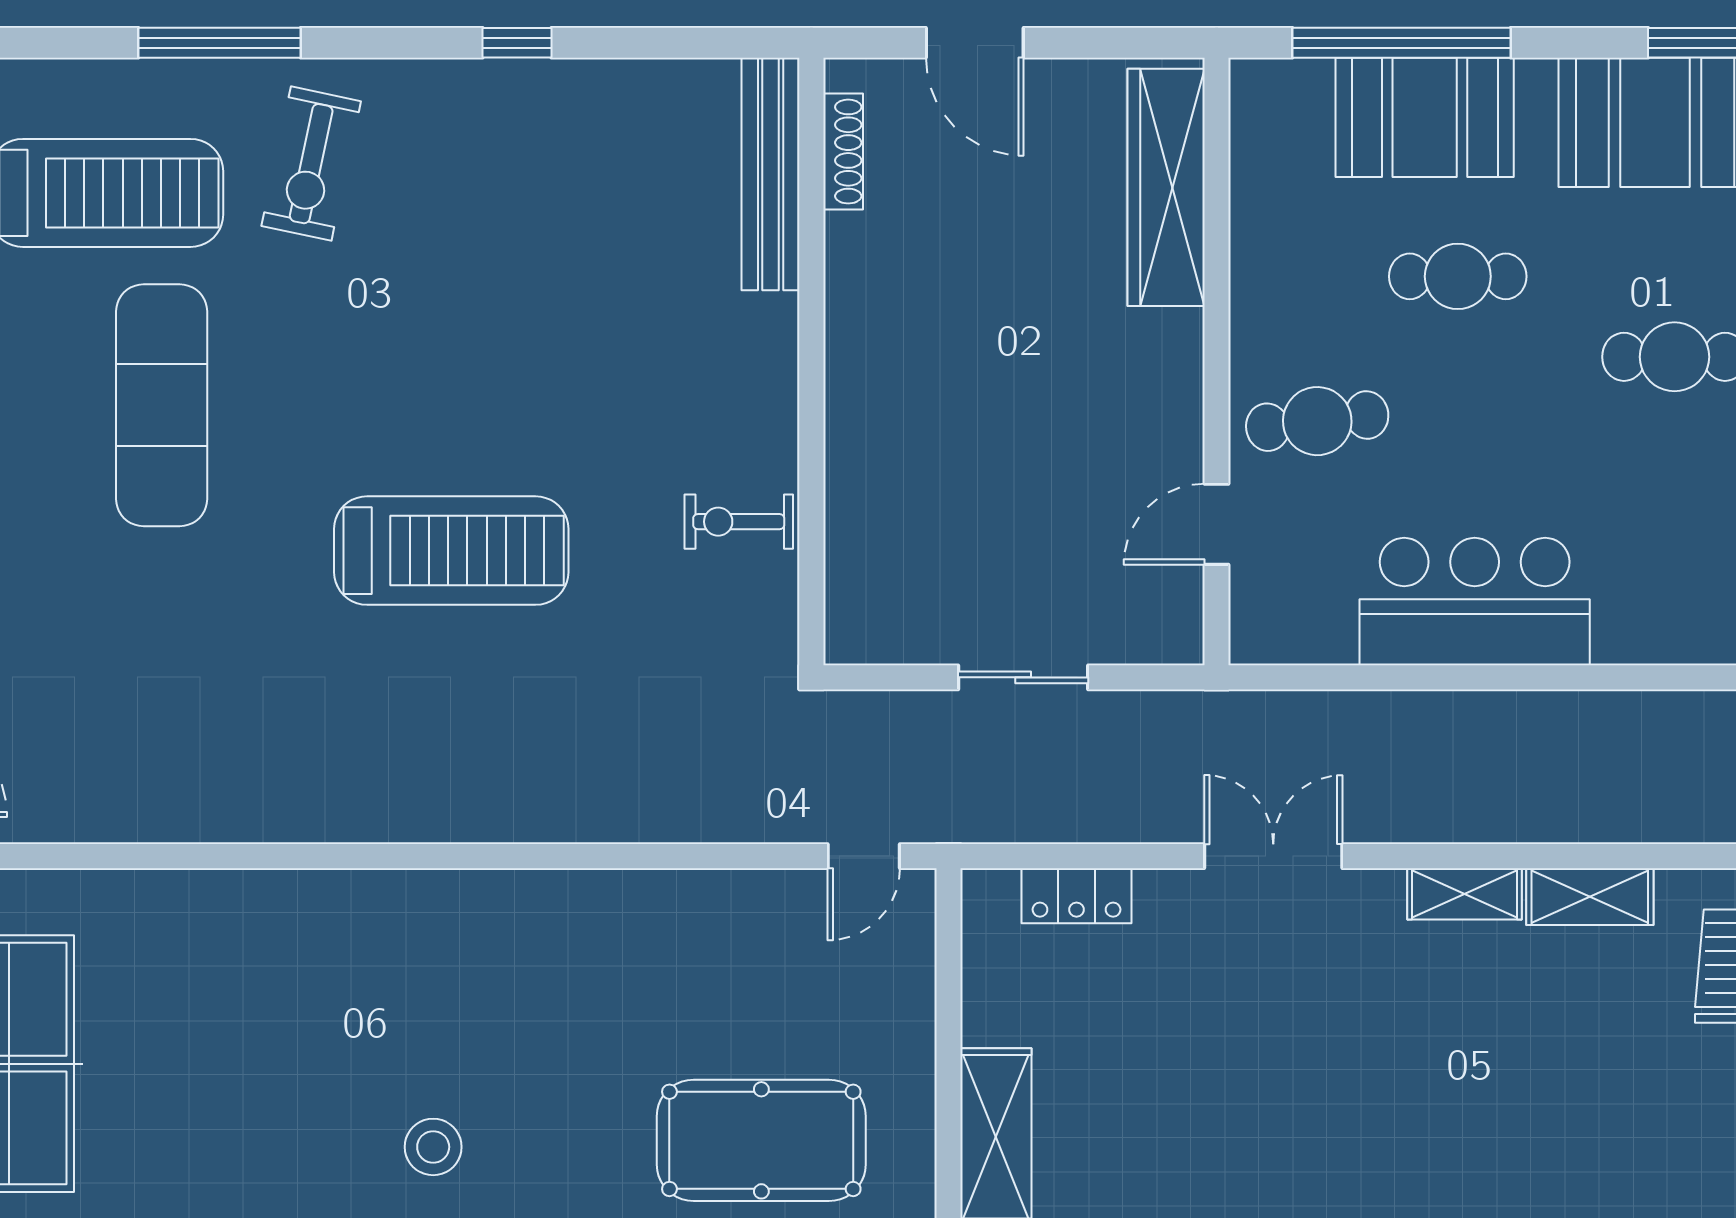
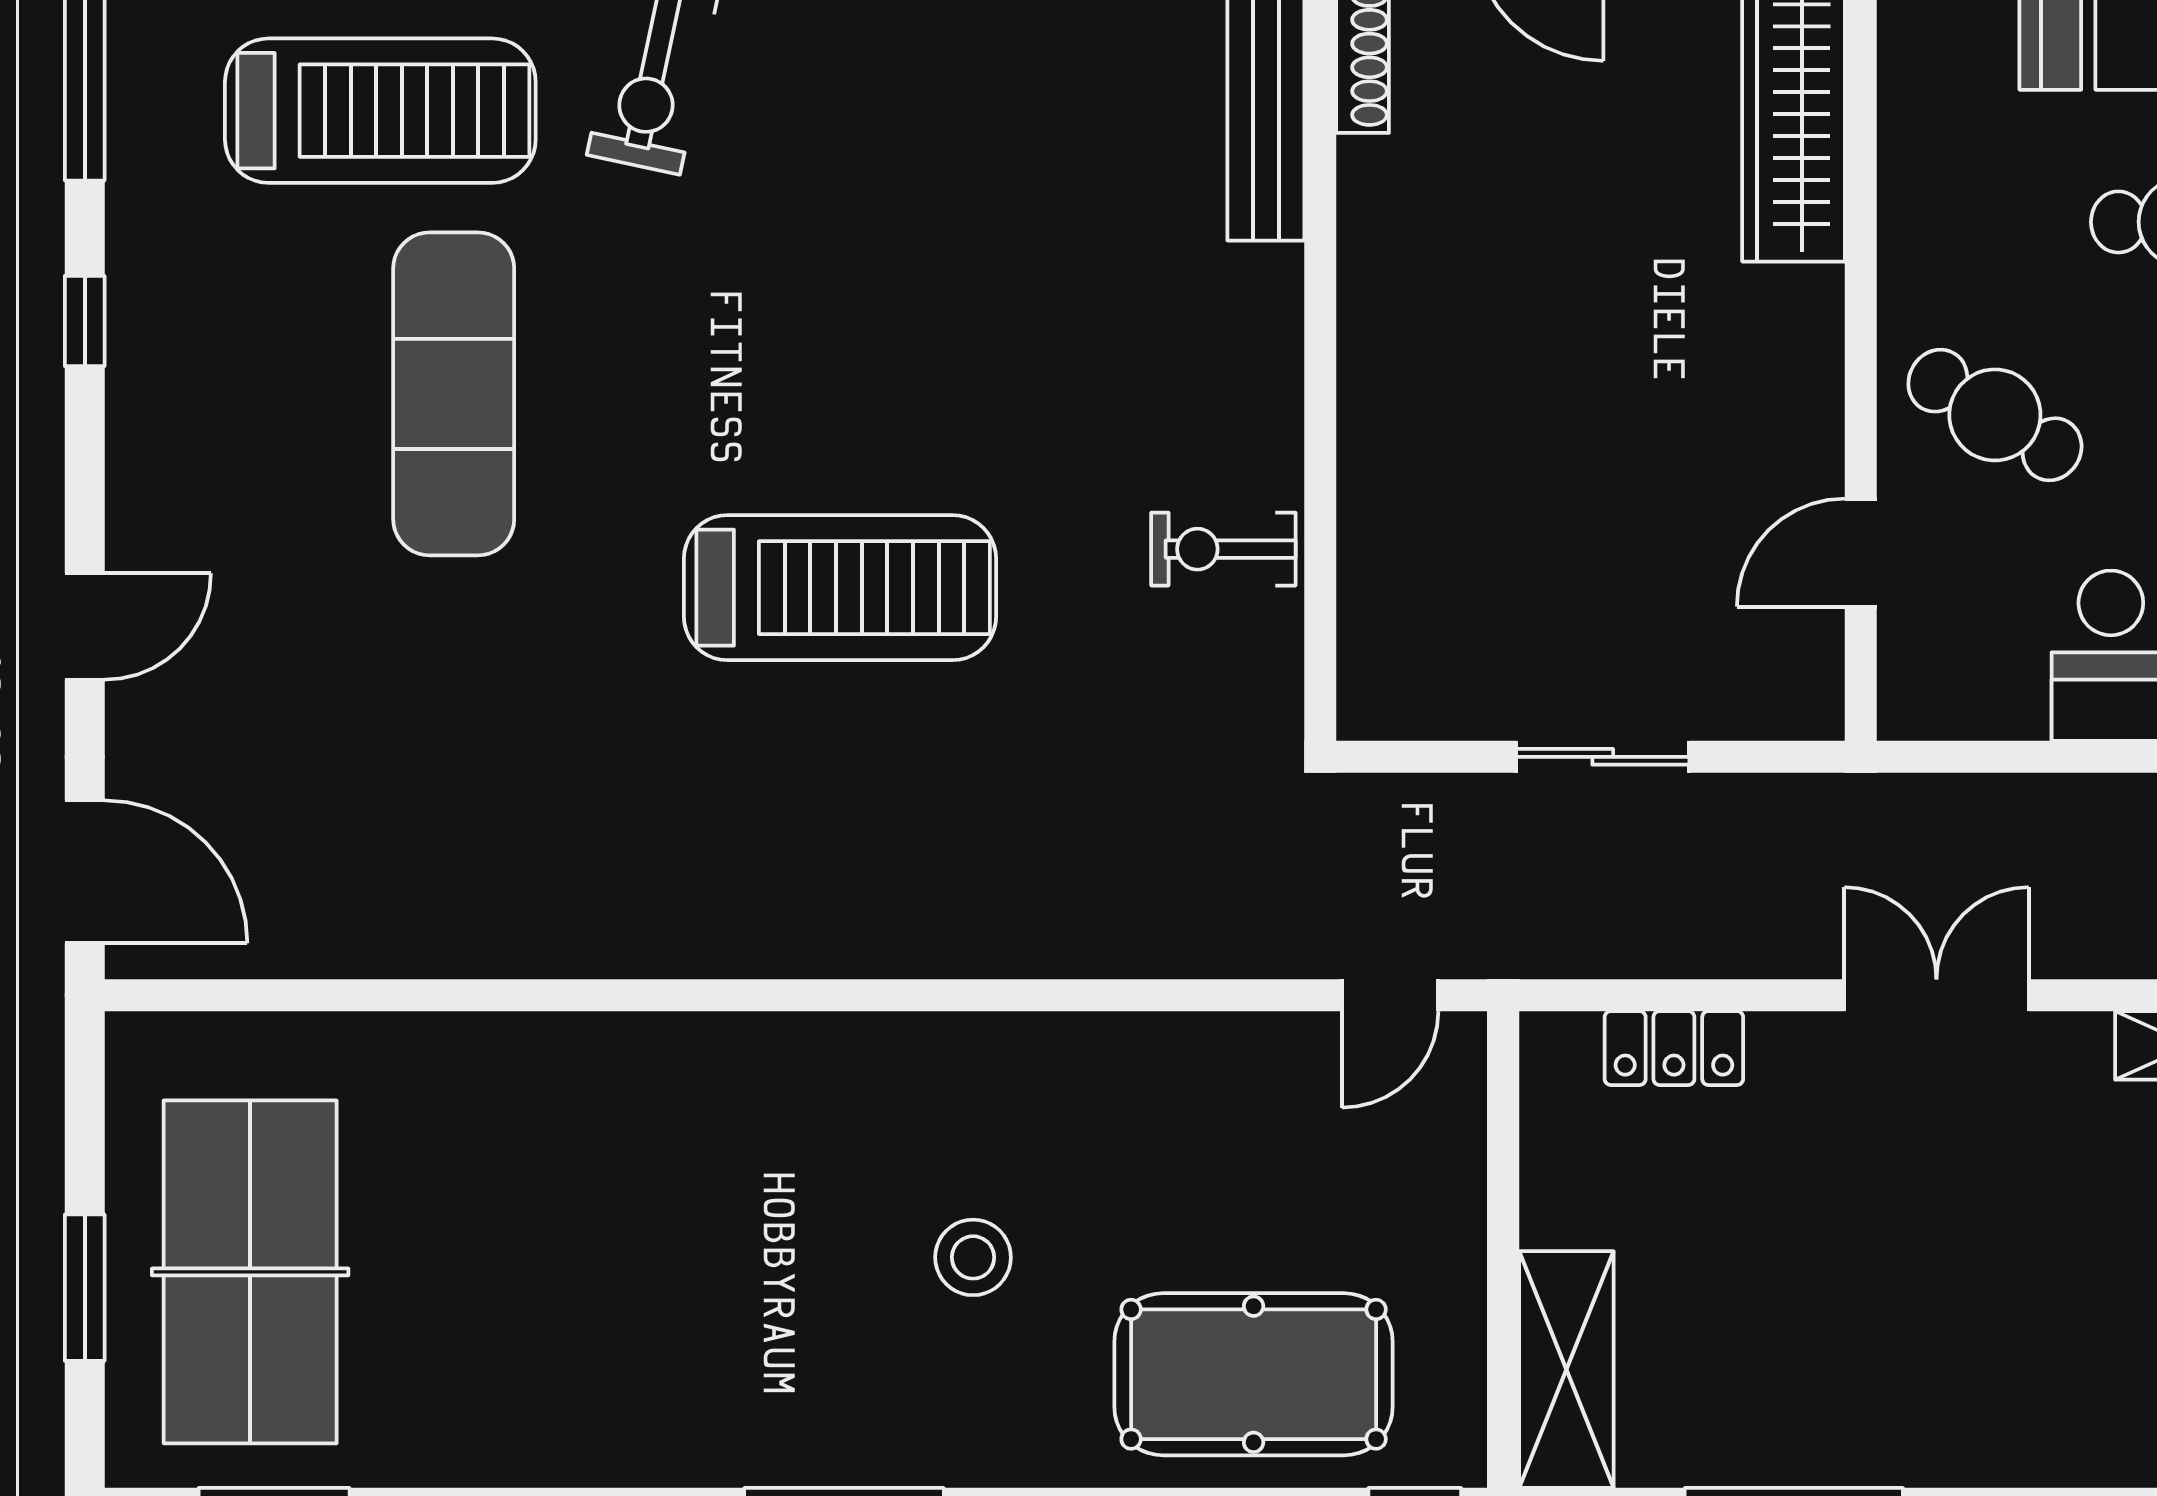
cafe table: (1317, 421) -> (1995, 415), turned 38
stool: (433, 1147) -> (973, 1257), moved

